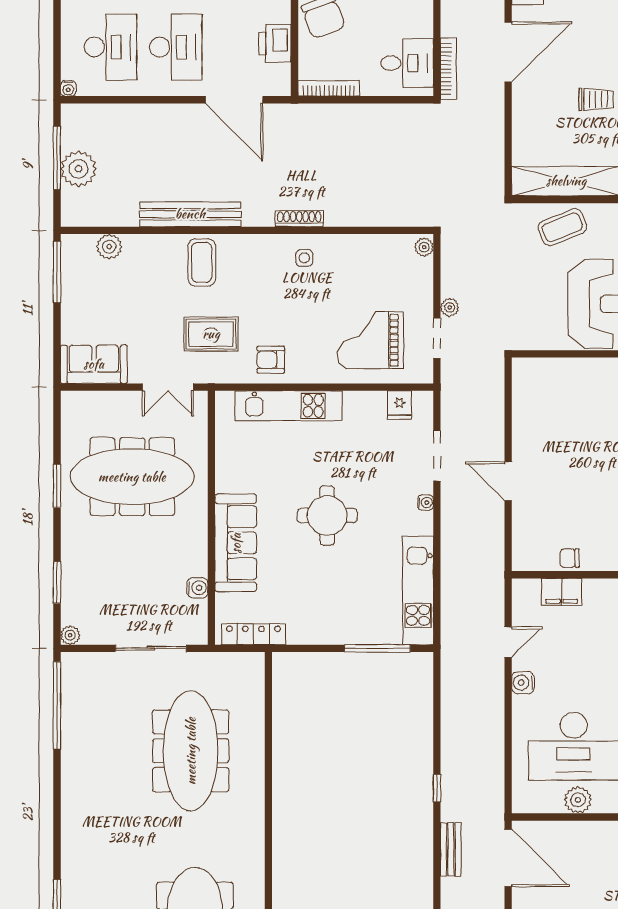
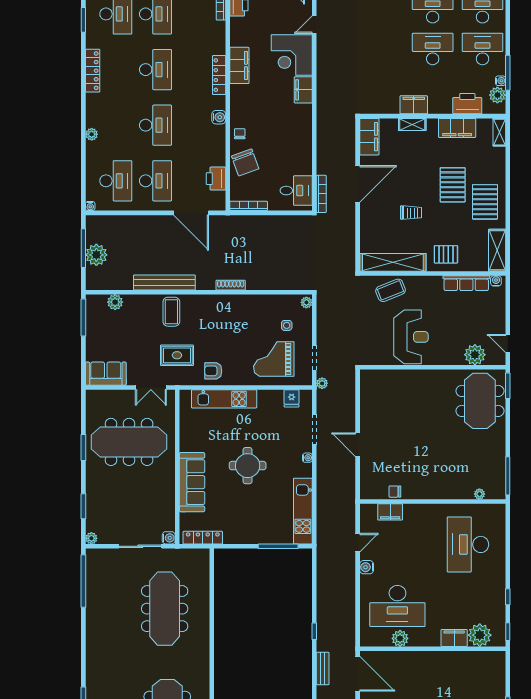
side table: (304, 258) -> (287, 325), moved
plant: (450, 307) -> (322, 383), moved
water cooler: (197, 588) -> (169, 538), moved

